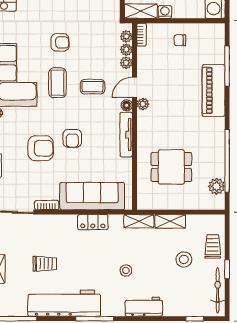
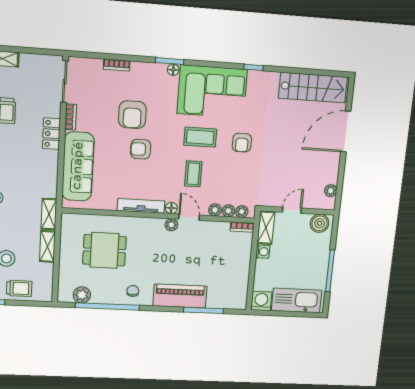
chair: (180, 40) -> (133, 291), moved
dining table: (171, 167) -> (104, 250), turned 90
locker: (93, 222) -> (51, 134), moved

